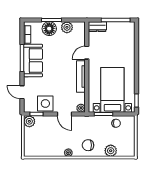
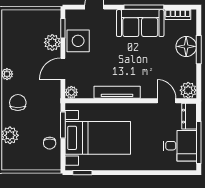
plant: (67, 27) -> (188, 90), moved
desk: (118, 33) -> (180, 146), added
door: (87, 53) -> (167, 101), moved
plant: (29, 121) -> (52, 42), moved

